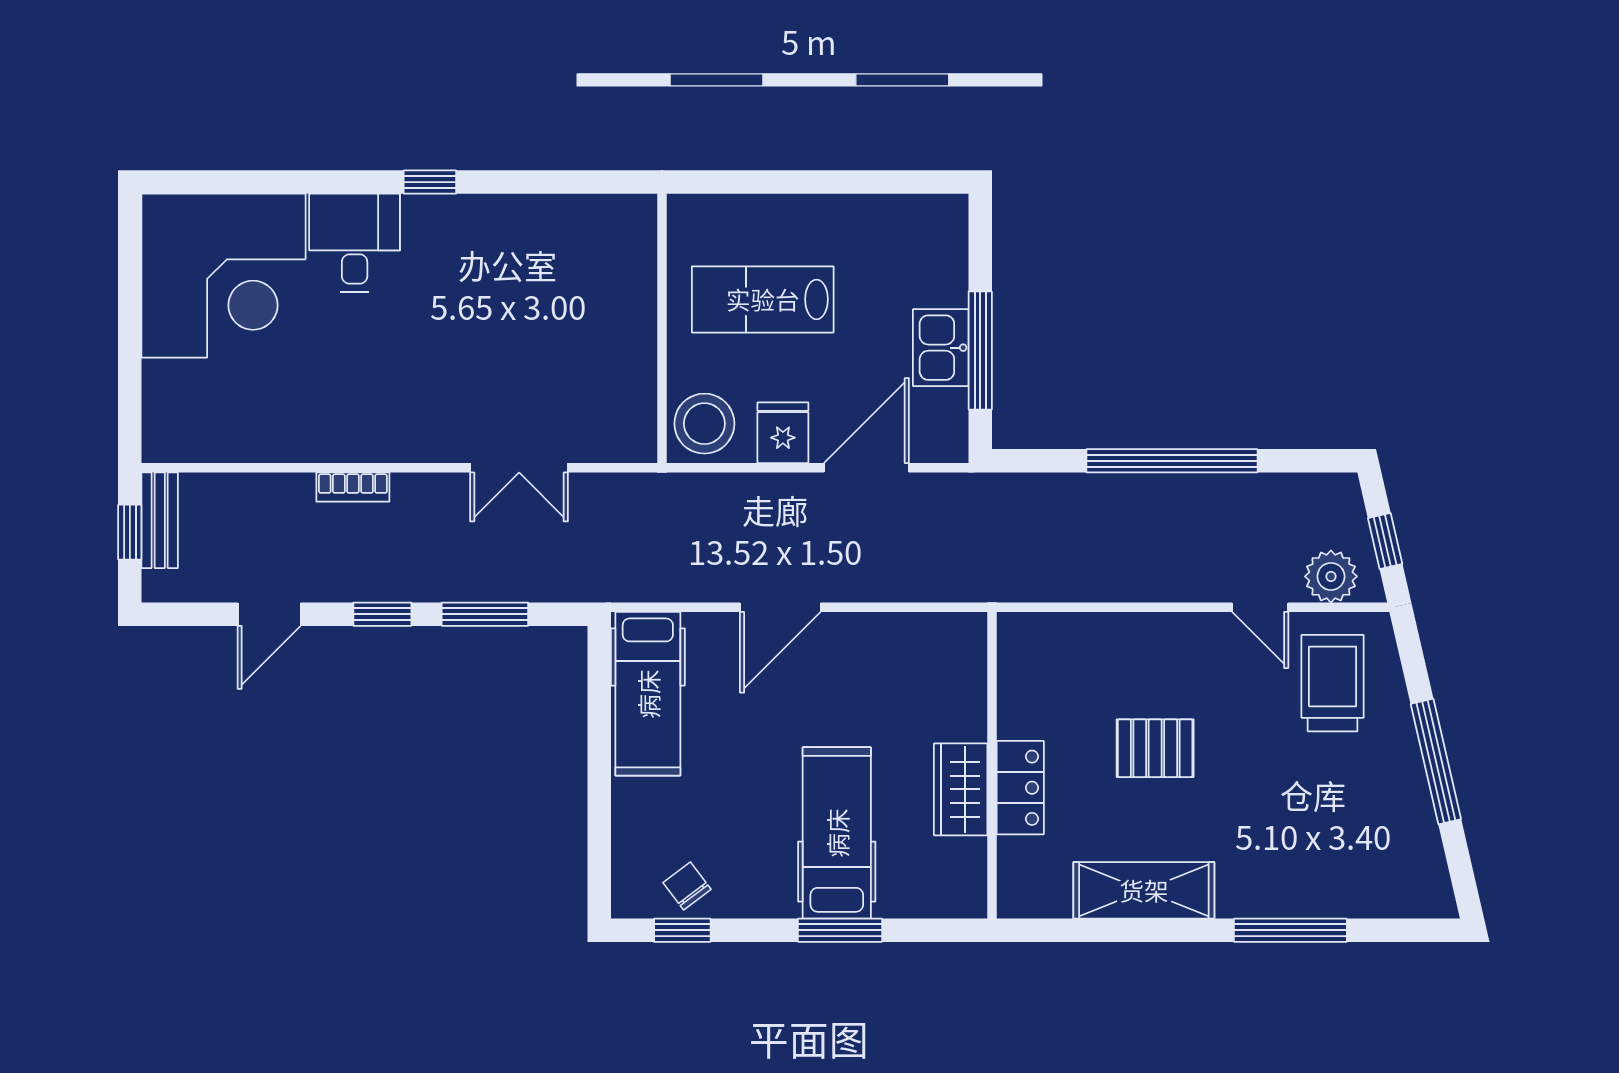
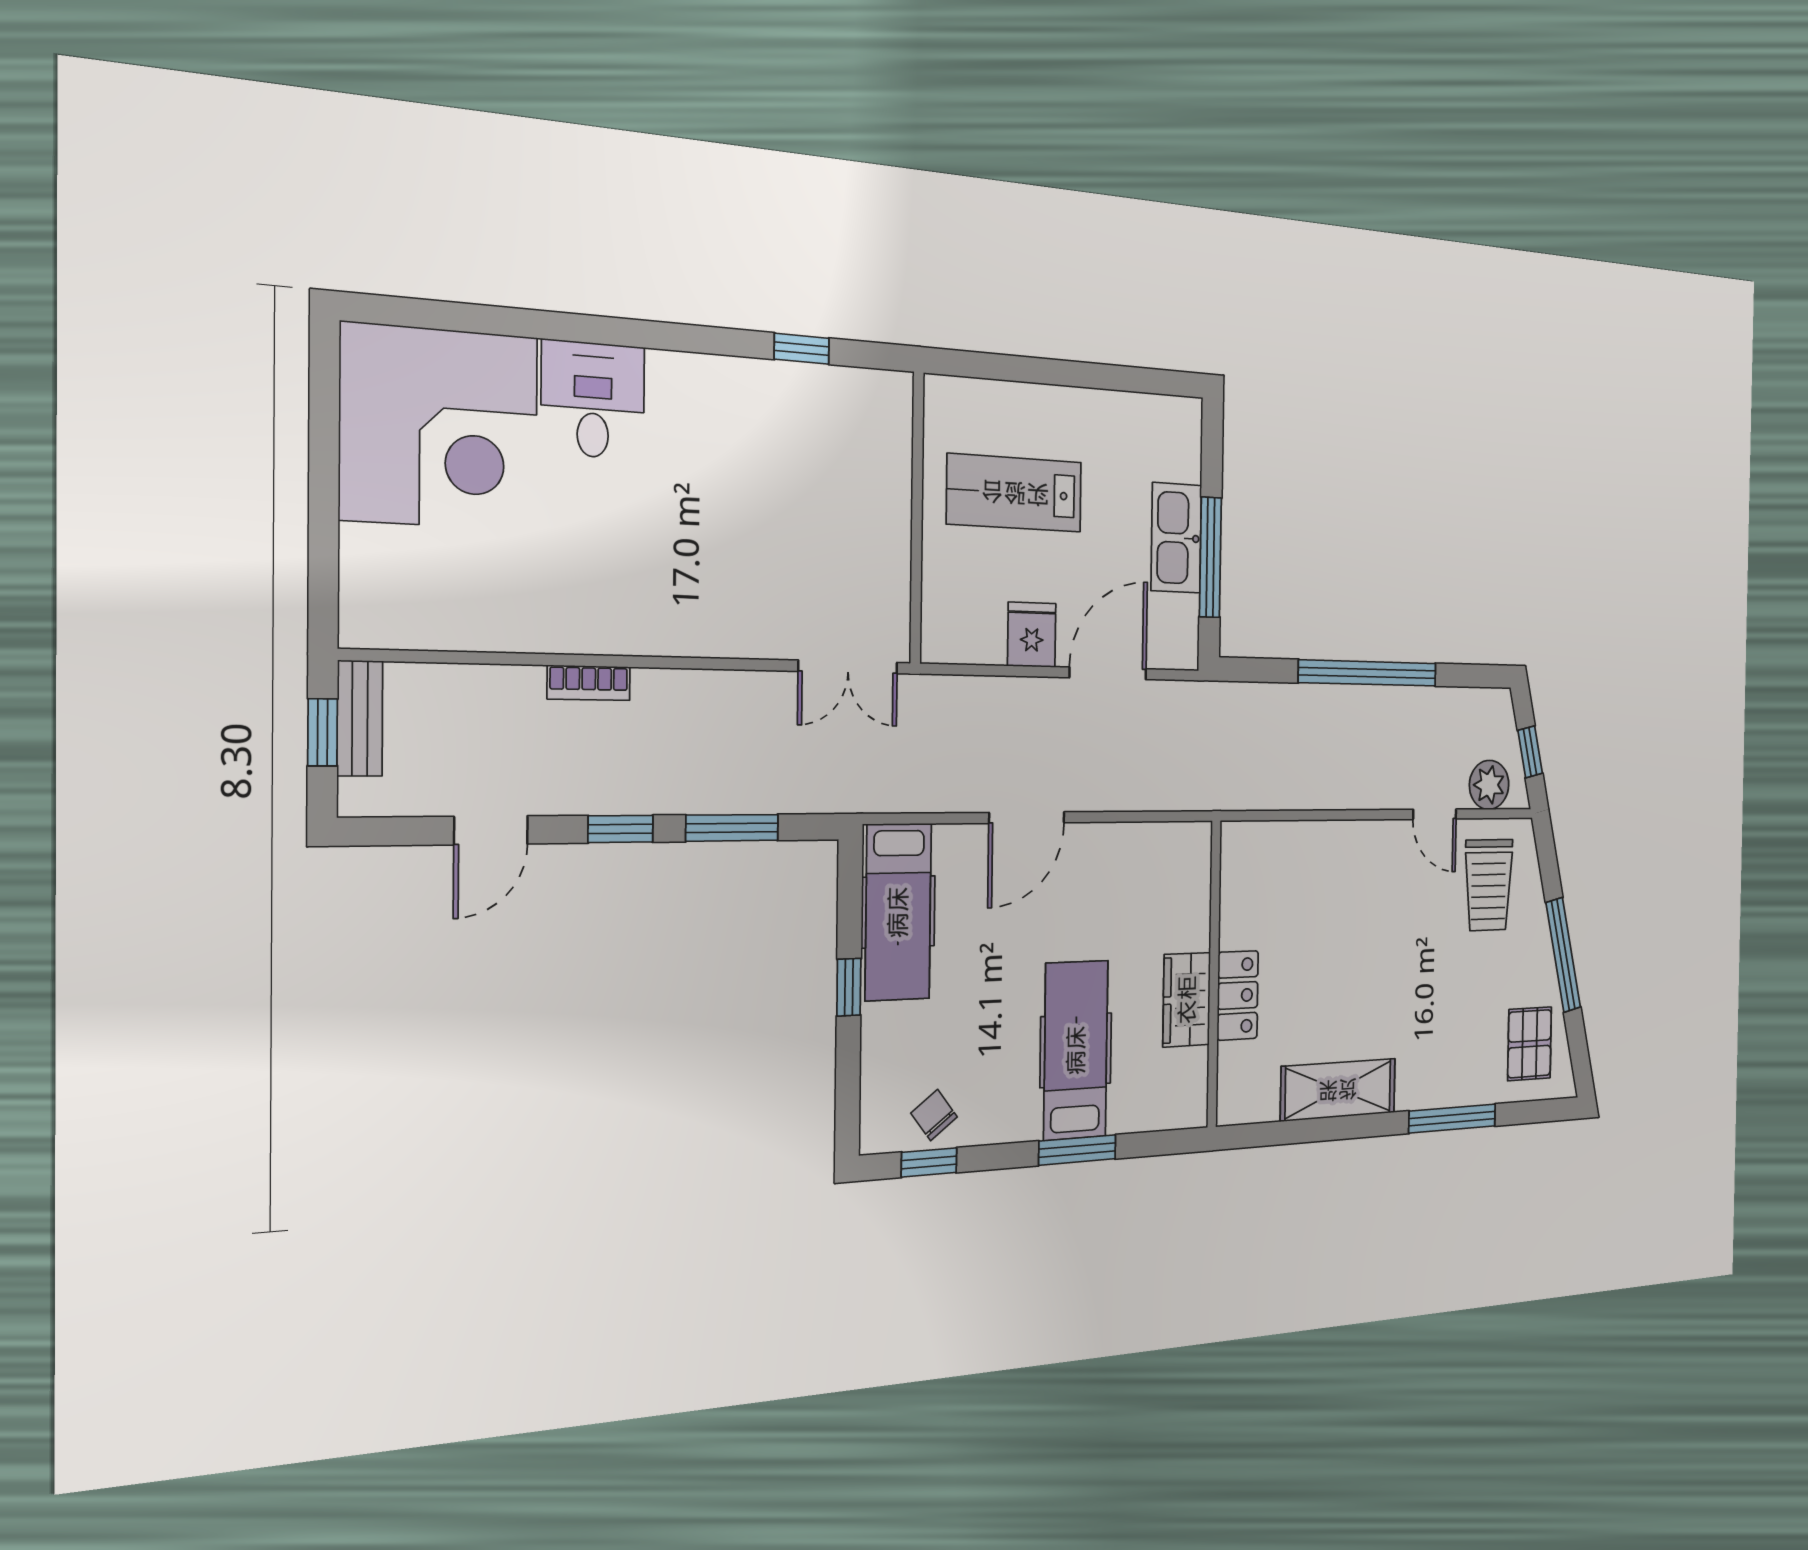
window: (430, 182) -> (802, 349), moved
kitchen sink: (941, 348) -> (1176, 538), width x1.38
stool: (704, 424) -> (957, 622), removed
double door: (519, 468) -> (848, 667), moved
trolley: (1333, 683) -> (1489, 885), turned 180
pallet: (1155, 748) -> (1530, 1044), moved, turned 90
window: (599, 762) -> (849, 987), added

